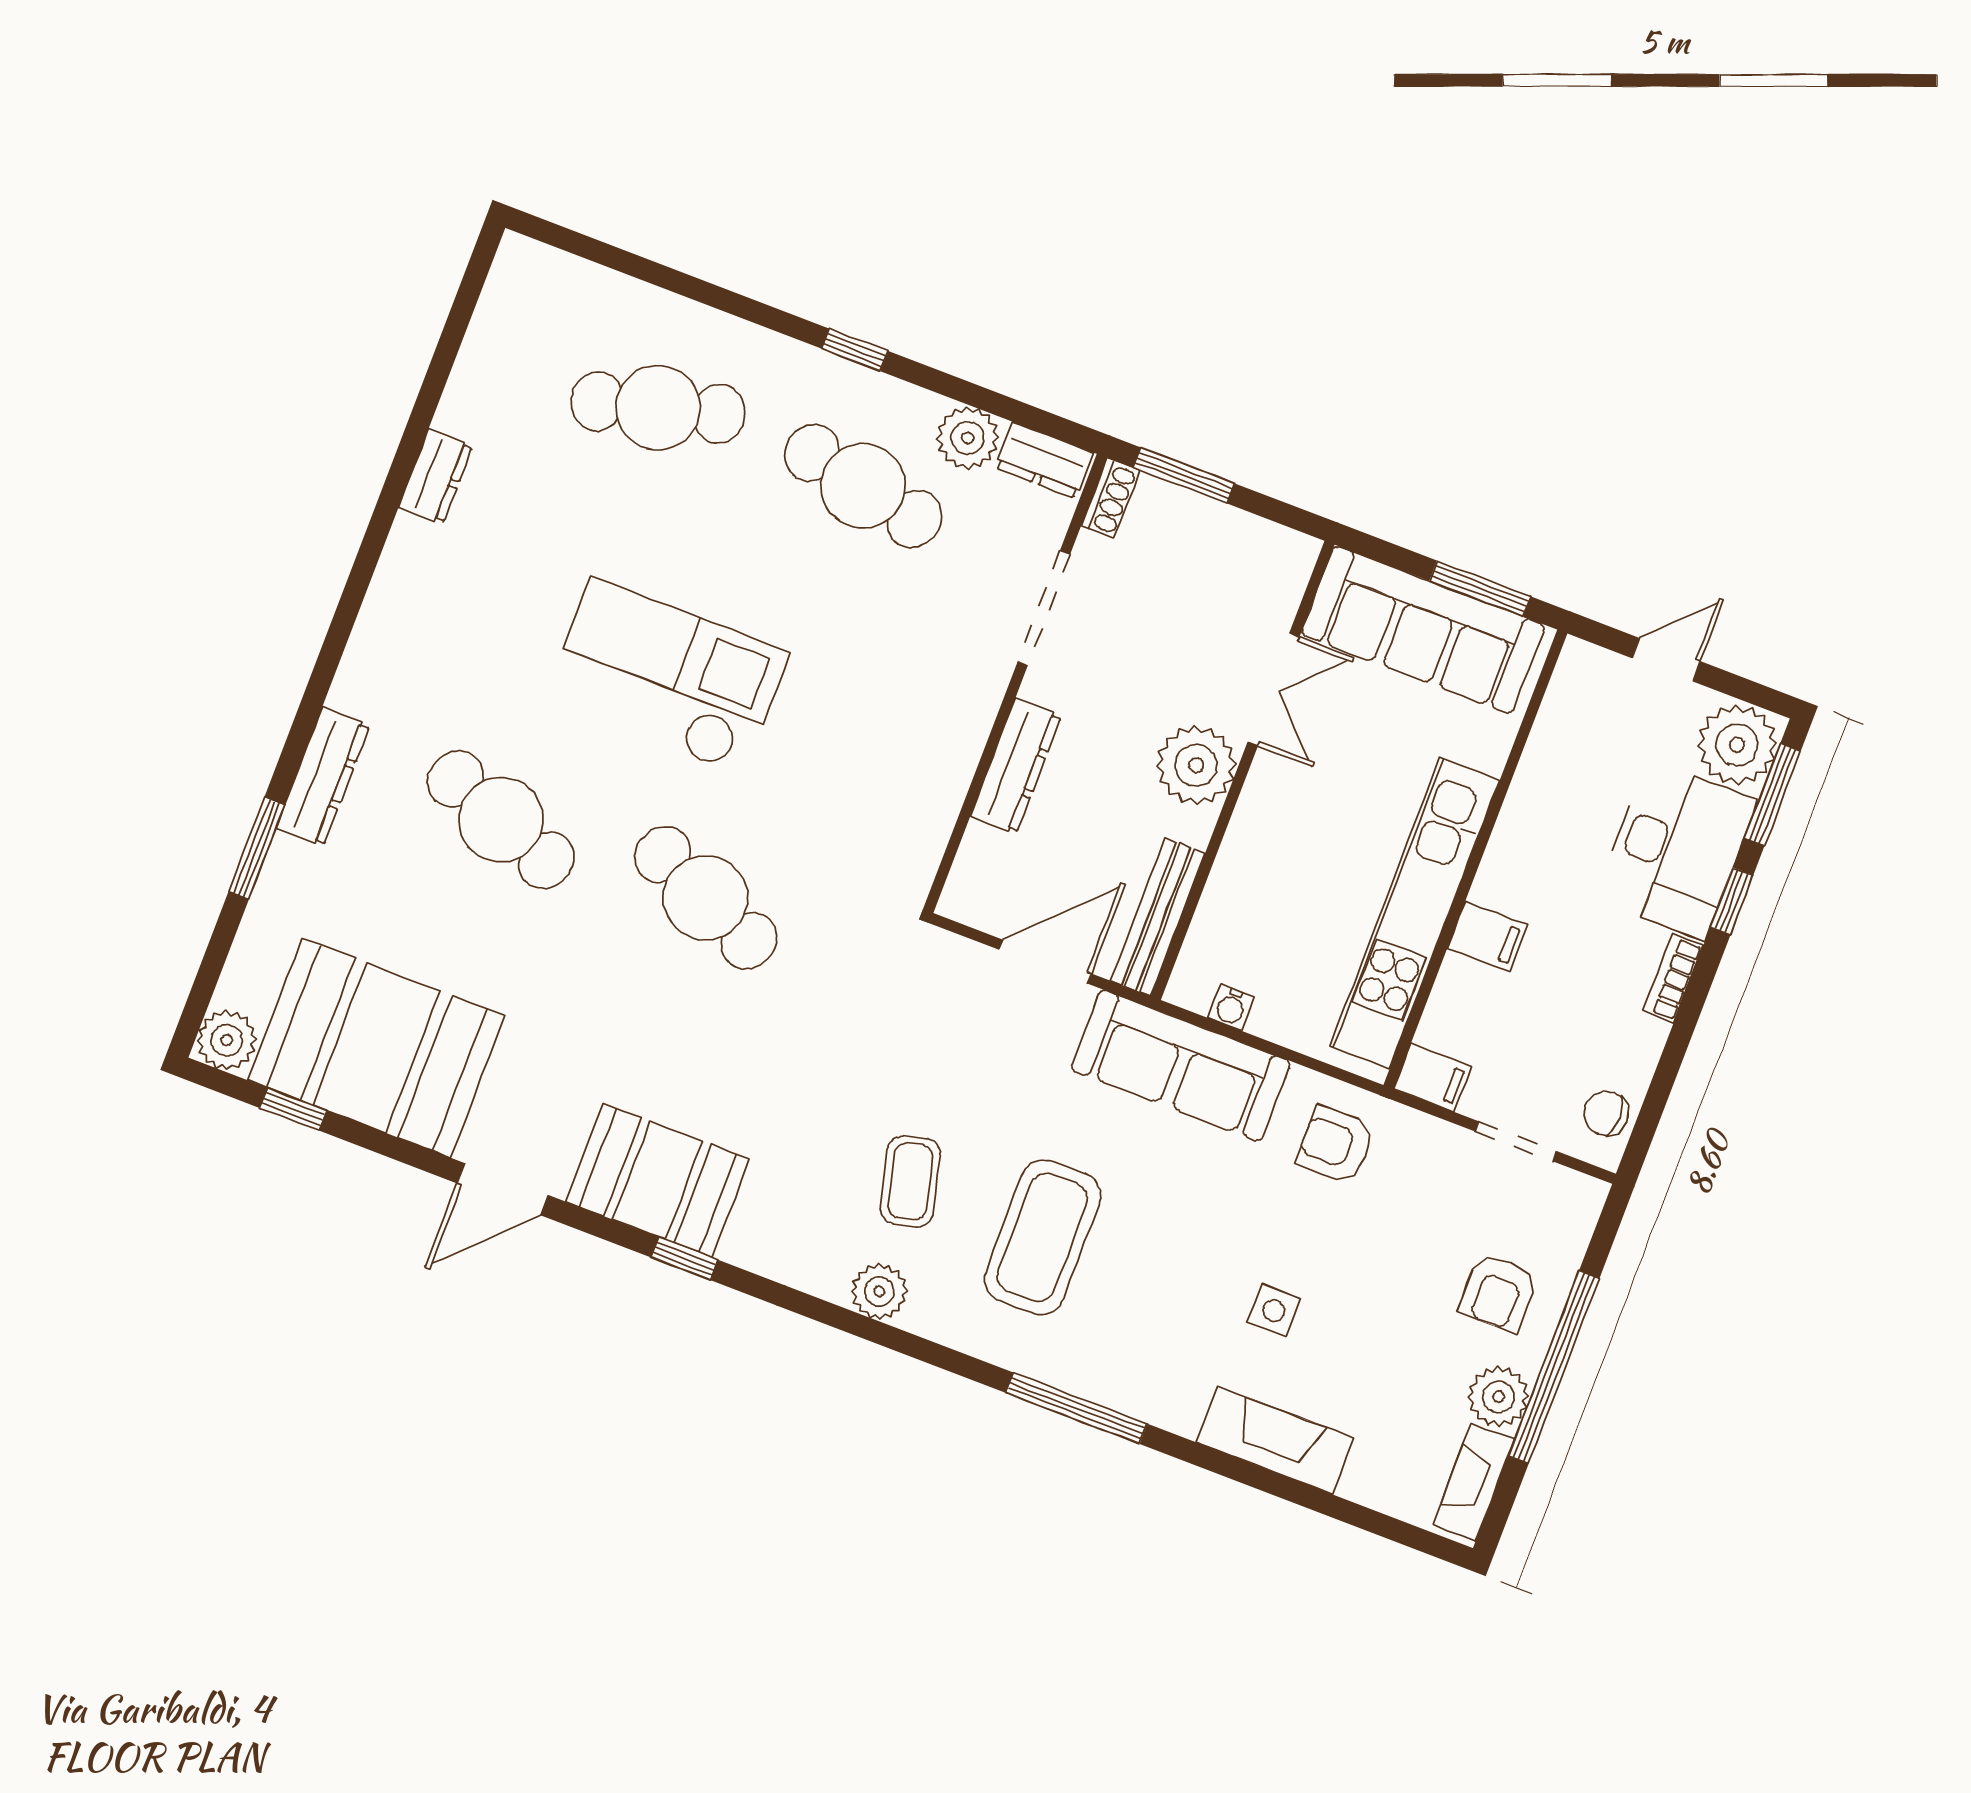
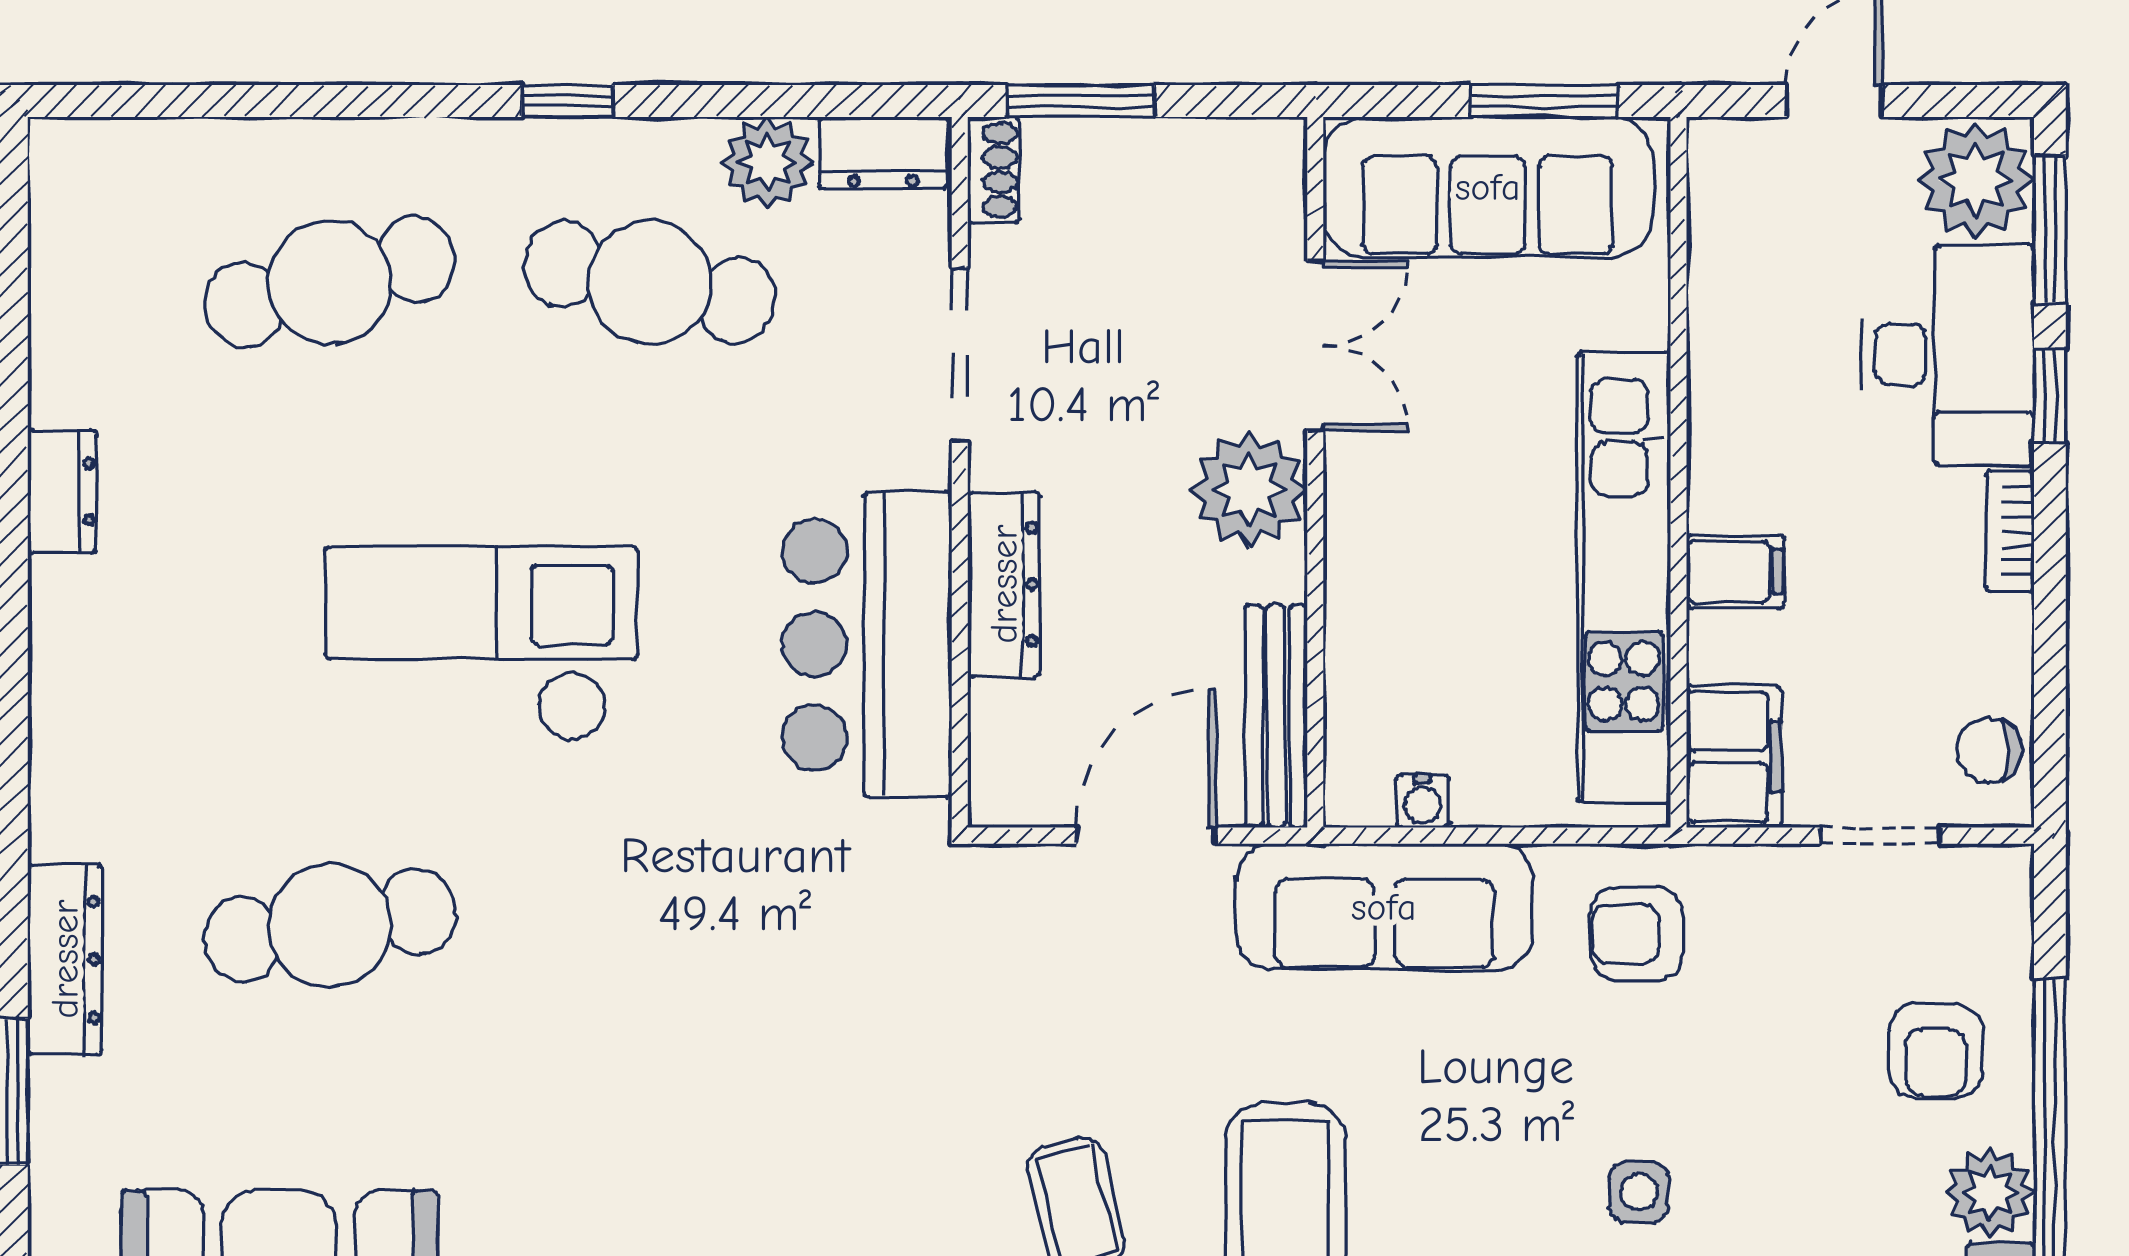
bar counter: (914, 771) -> (867, 644), added
cafe table: (501, 820) -> (330, 925), turned -30
cafe table: (706, 898) -> (650, 925), removed
filing cabinet: (1433, 1078) -> (1734, 757), width x2.00

